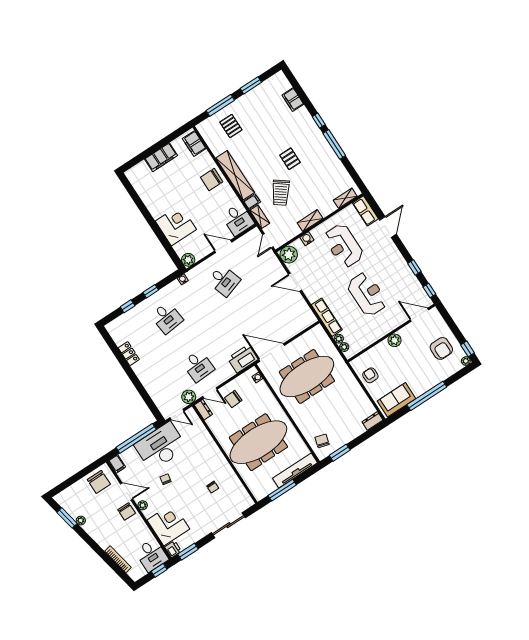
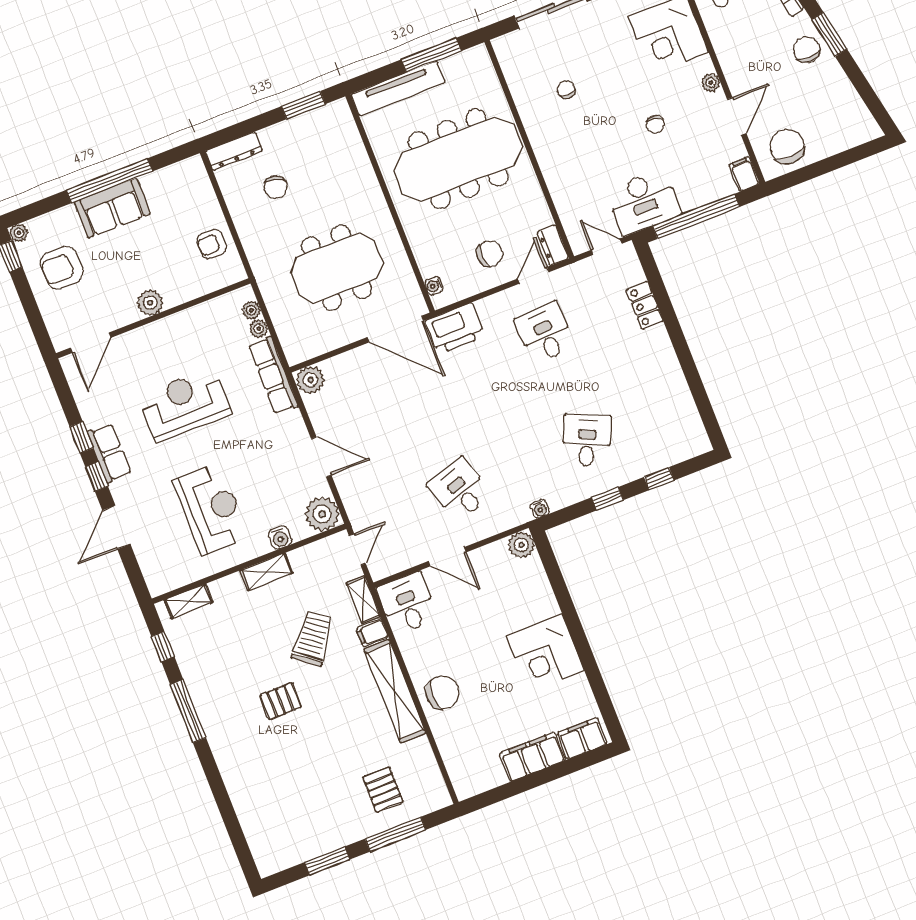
filing cabinet: (293, 100) -> (251, 816), removed
window: (319, 121) -> (163, 647), moved
filing cabinet: (194, 144) -> (582, 738), moved, turned -90
pallet: (290, 159) -> (281, 701), turned 90
row of seats: (365, 211) -> (109, 453), moved
corner desk: (176, 225) -> (545, 653), moved
window: (429, 290) -> (97, 477), moved
reception desk: (367, 294) -> (185, 404), turned 90
door: (419, 315) -> (91, 343), hinge flipped
desk: (167, 318) -> (587, 440), turned 30
armchair: (441, 348) -> (62, 268), turned -90
locker: (129, 354) -> (645, 305), moved
armchair: (370, 375) -> (212, 244), turned 90
meeting table: (307, 376) -> (337, 268), width x0.73
door: (210, 393) -> (533, 275), hinge flipped
plant: (189, 397) -> (310, 380), moved
sofa: (397, 400) -> (112, 208), moved
dresser: (372, 421) -> (234, 151), width x1.44
chair: (322, 441) -> (276, 187), moved
desk: (161, 446) -> (643, 202), width x0.73, depth x0.77
door: (127, 491) -> (737, 116), swing flipped
chair: (127, 511) -> (806, 50), moved
window: (67, 518) -> (829, 34), moved
plant: (81, 521) -> (838, 78), removed

